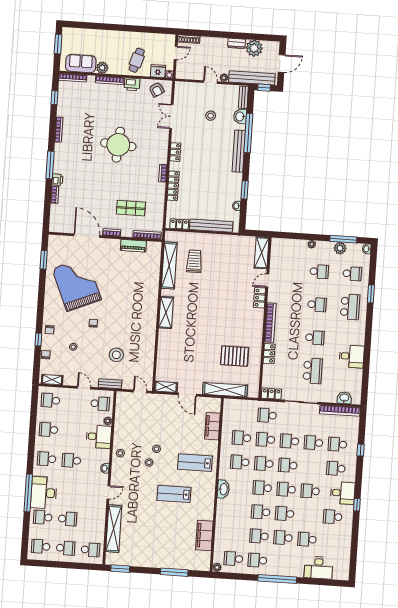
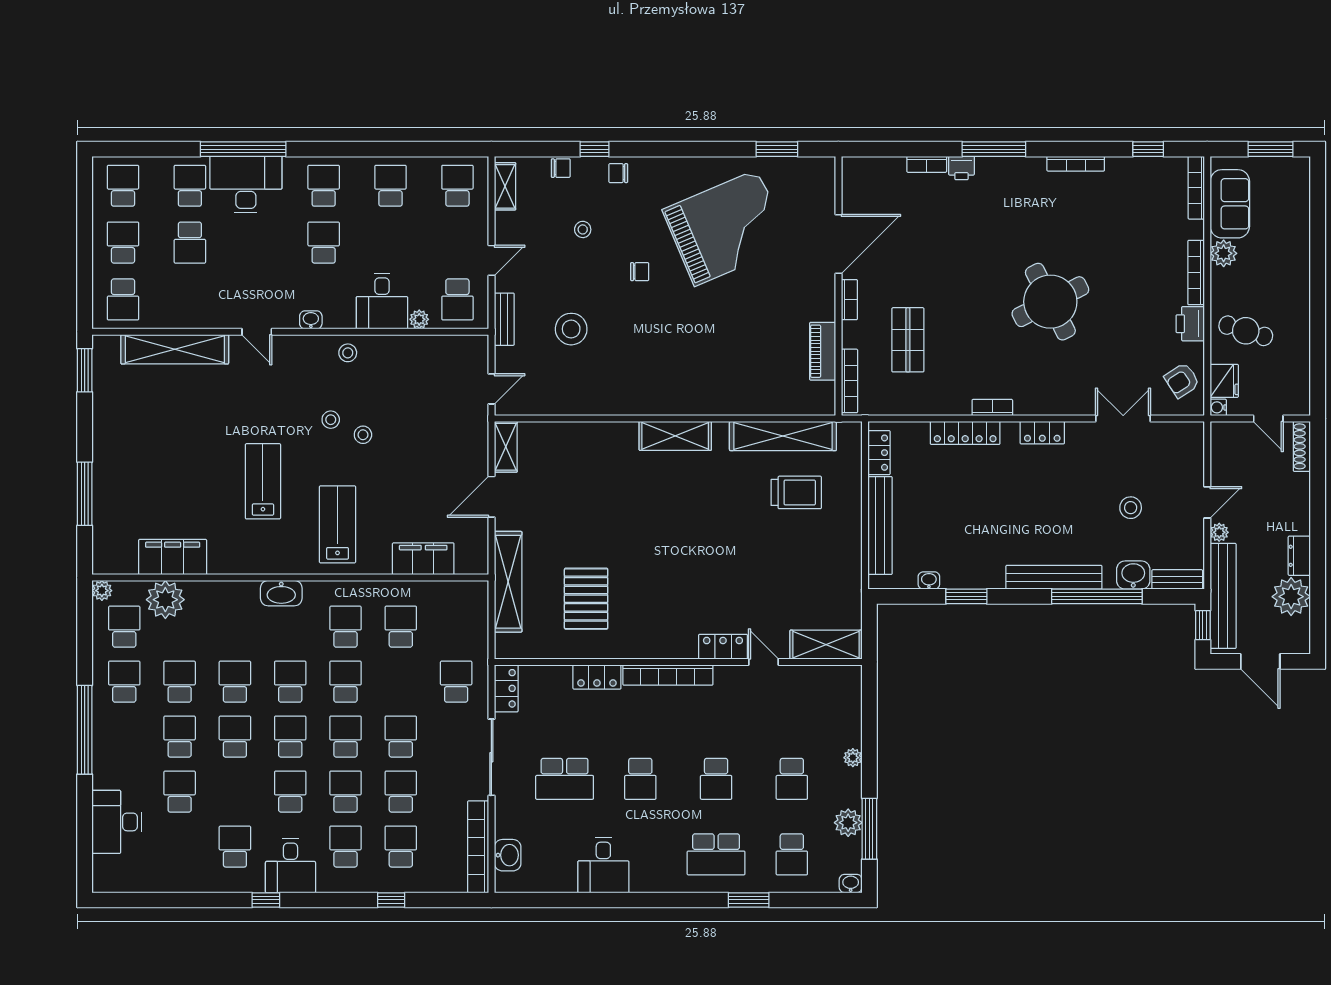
round table: (118, 145) -> (1050, 302), turned -31
school desk: (265, 440) -> (346, 792), moved
plant: (223, 540) -> (165, 600), added
school desk: (66, 548) -> (123, 243), turned 180

